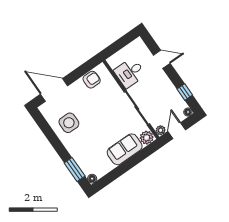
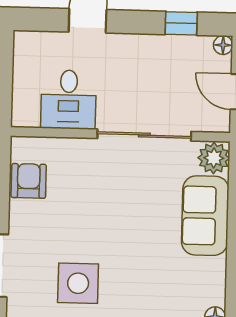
plant: (161, 130) -> (219, 122), removed

